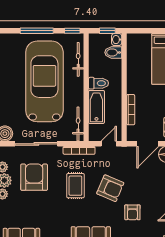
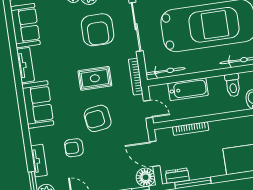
toilet: (99, 83) -> (233, 85), moved
armchair: (34, 177) -> (98, 30), turned 90
armchair: (110, 188) -> (98, 118), turned 59

